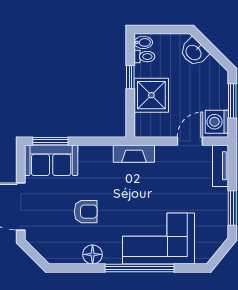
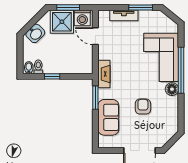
shower: (151, 95) -> (62, 22), moved
window: (50, 141) -> (95, 98), moved
sofa: (51, 160) -> (108, 117), moved
tv unit: (220, 166) -> (124, 16), moved
floor lamp: (93, 254) -> (172, 89), moved

